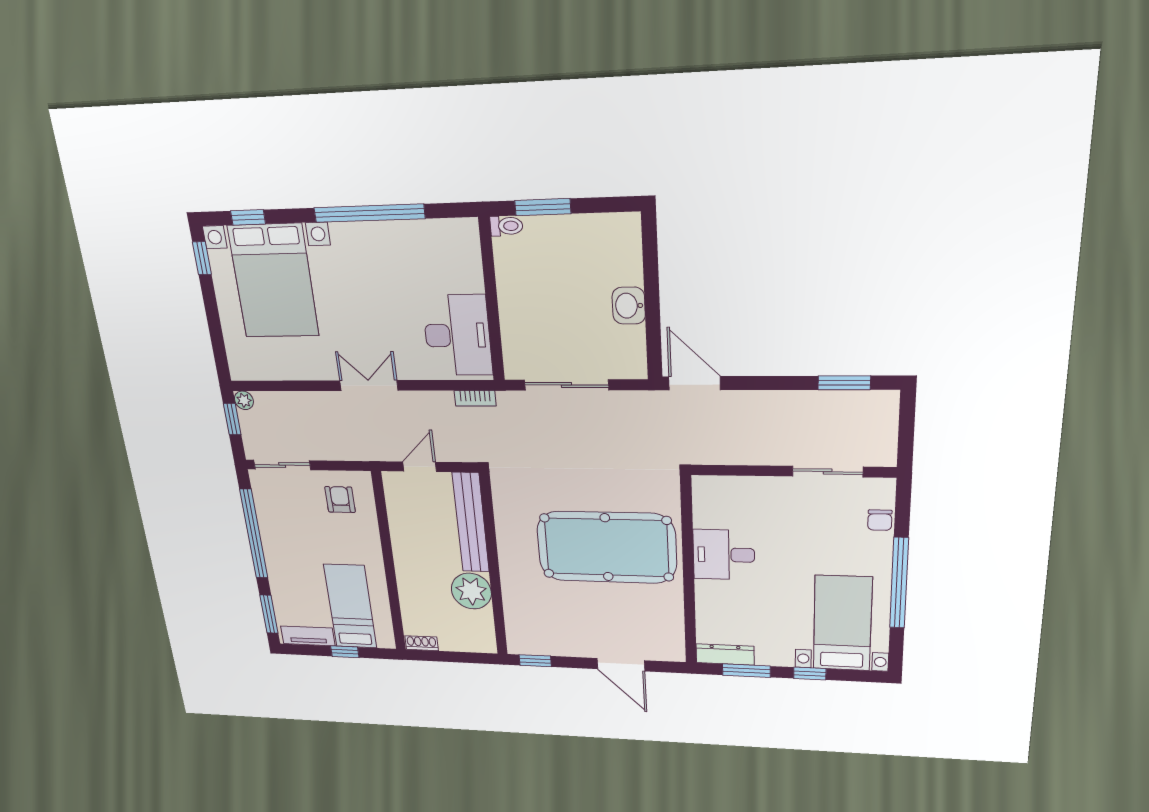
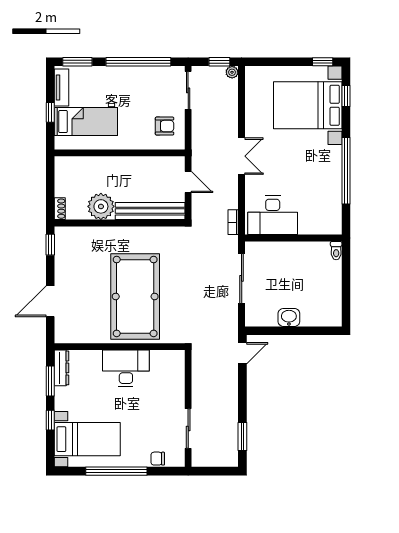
window: (543, 207) -> (346, 272), removed
door: (695, 383) -> (242, 353), width x0.73
desk: (724, 555) -> (126, 368), width x1.37
shoe rack: (422, 643) -> (60, 209), moved

